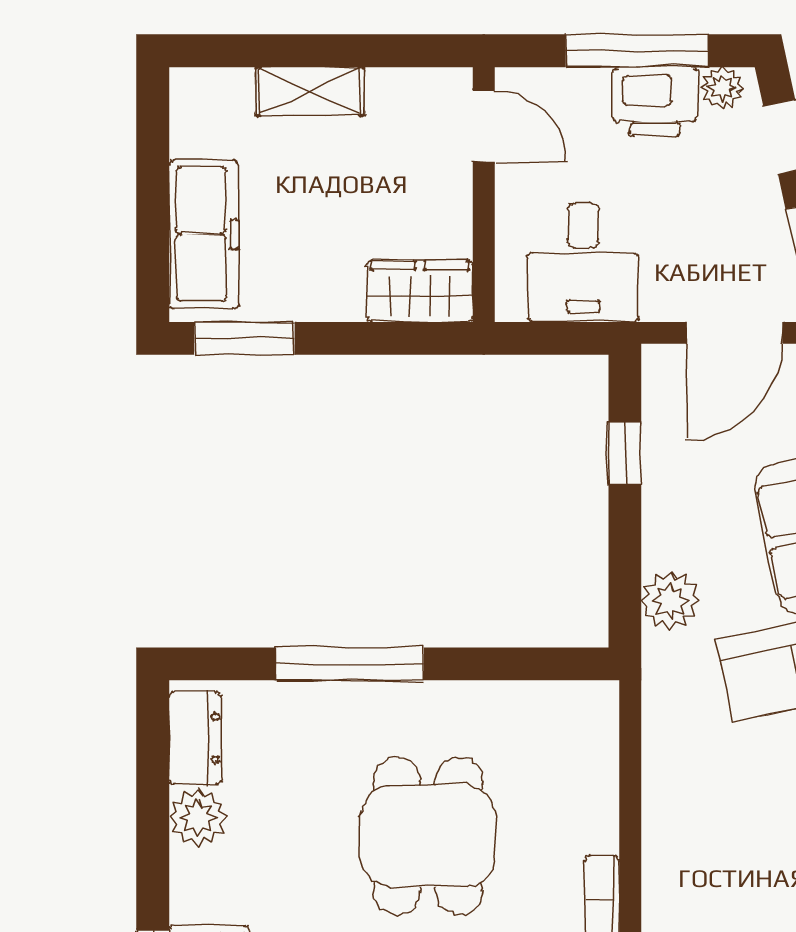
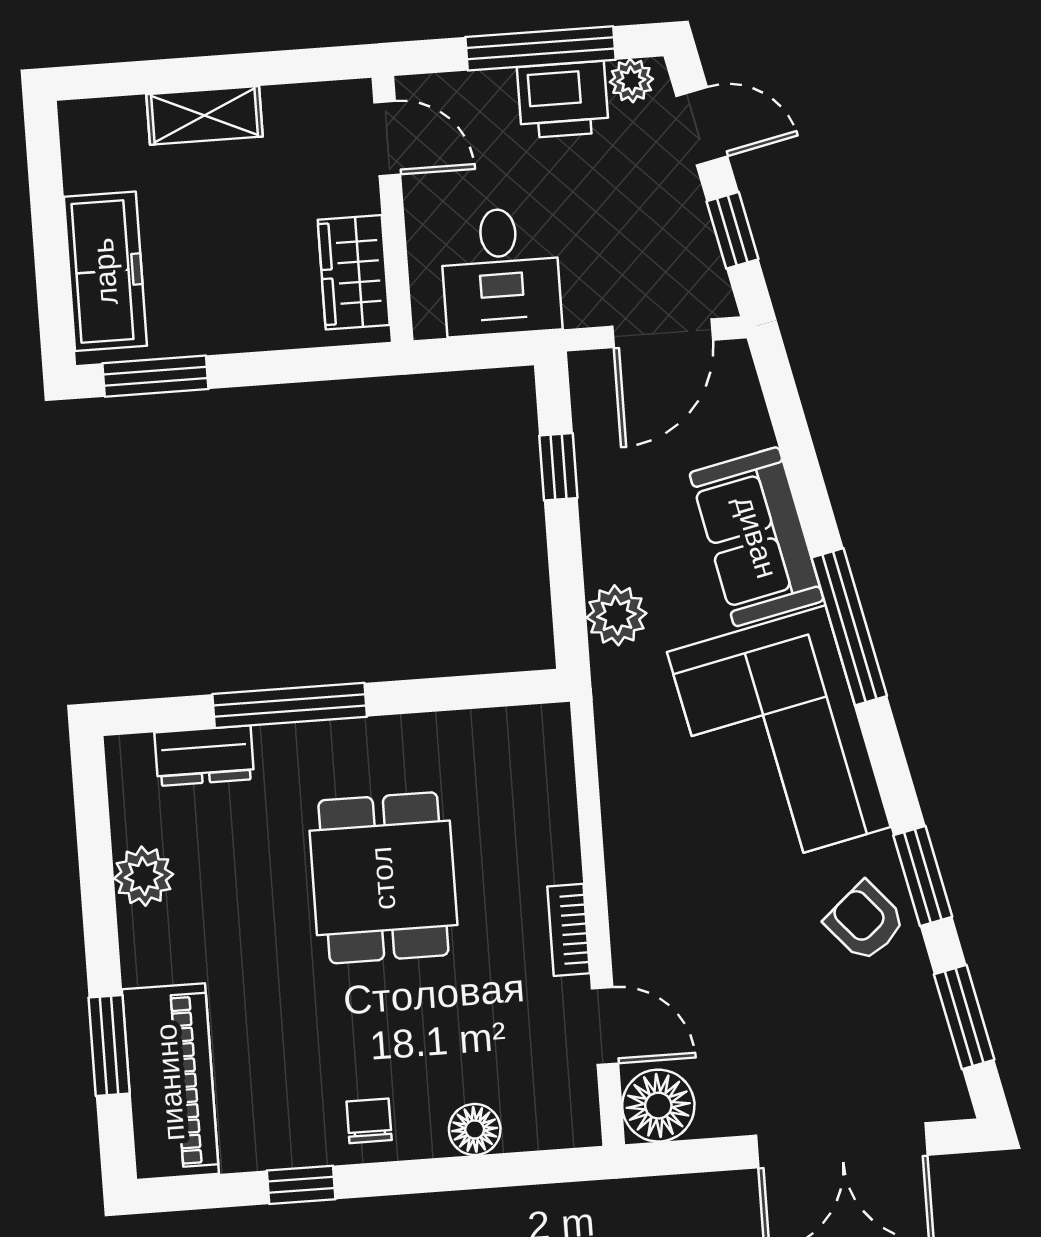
wardrobe: (420, 291) -> (354, 272), moved, turned -90
dresser: (195, 738) -> (204, 756), moved, turned 90

